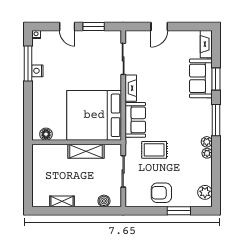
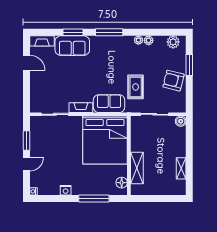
door: (159, 27) -> (26, 63), moved
window: (28, 64) -> (94, 199), moved
plant: (207, 142) -> (149, 40), moved
shelving: (86, 151) -> (137, 168), moved
armchair: (161, 193) -> (173, 81), turned 104
boiler: (104, 201) -> (181, 121), moved

